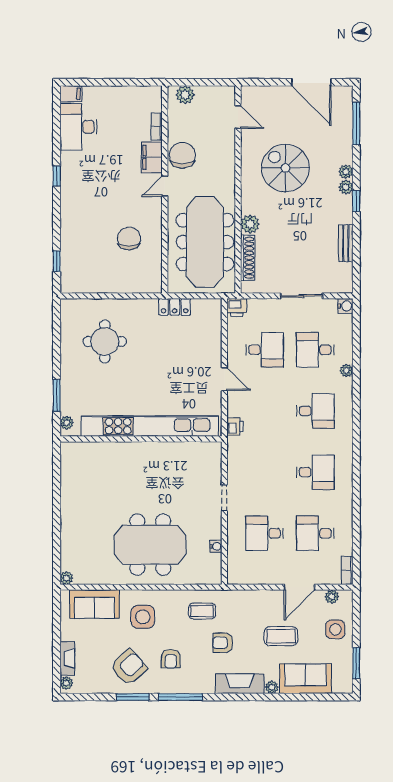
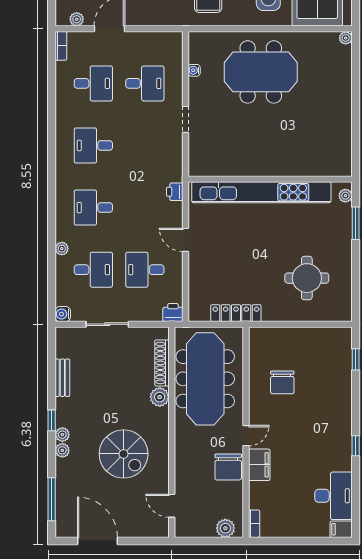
bookcase: (157, 127) -> (254, 524), moved
locker: (175, 307) -> (236, 313), width x1.53

